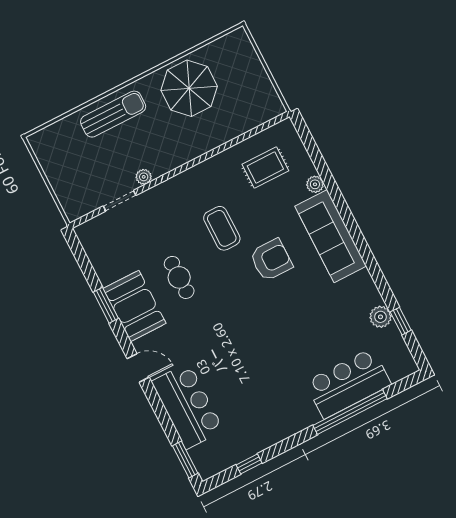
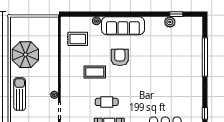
rug: (265, 168) -> (78, 39), turned 90
bar counter: (348, 383) -> (192, 51), removed

